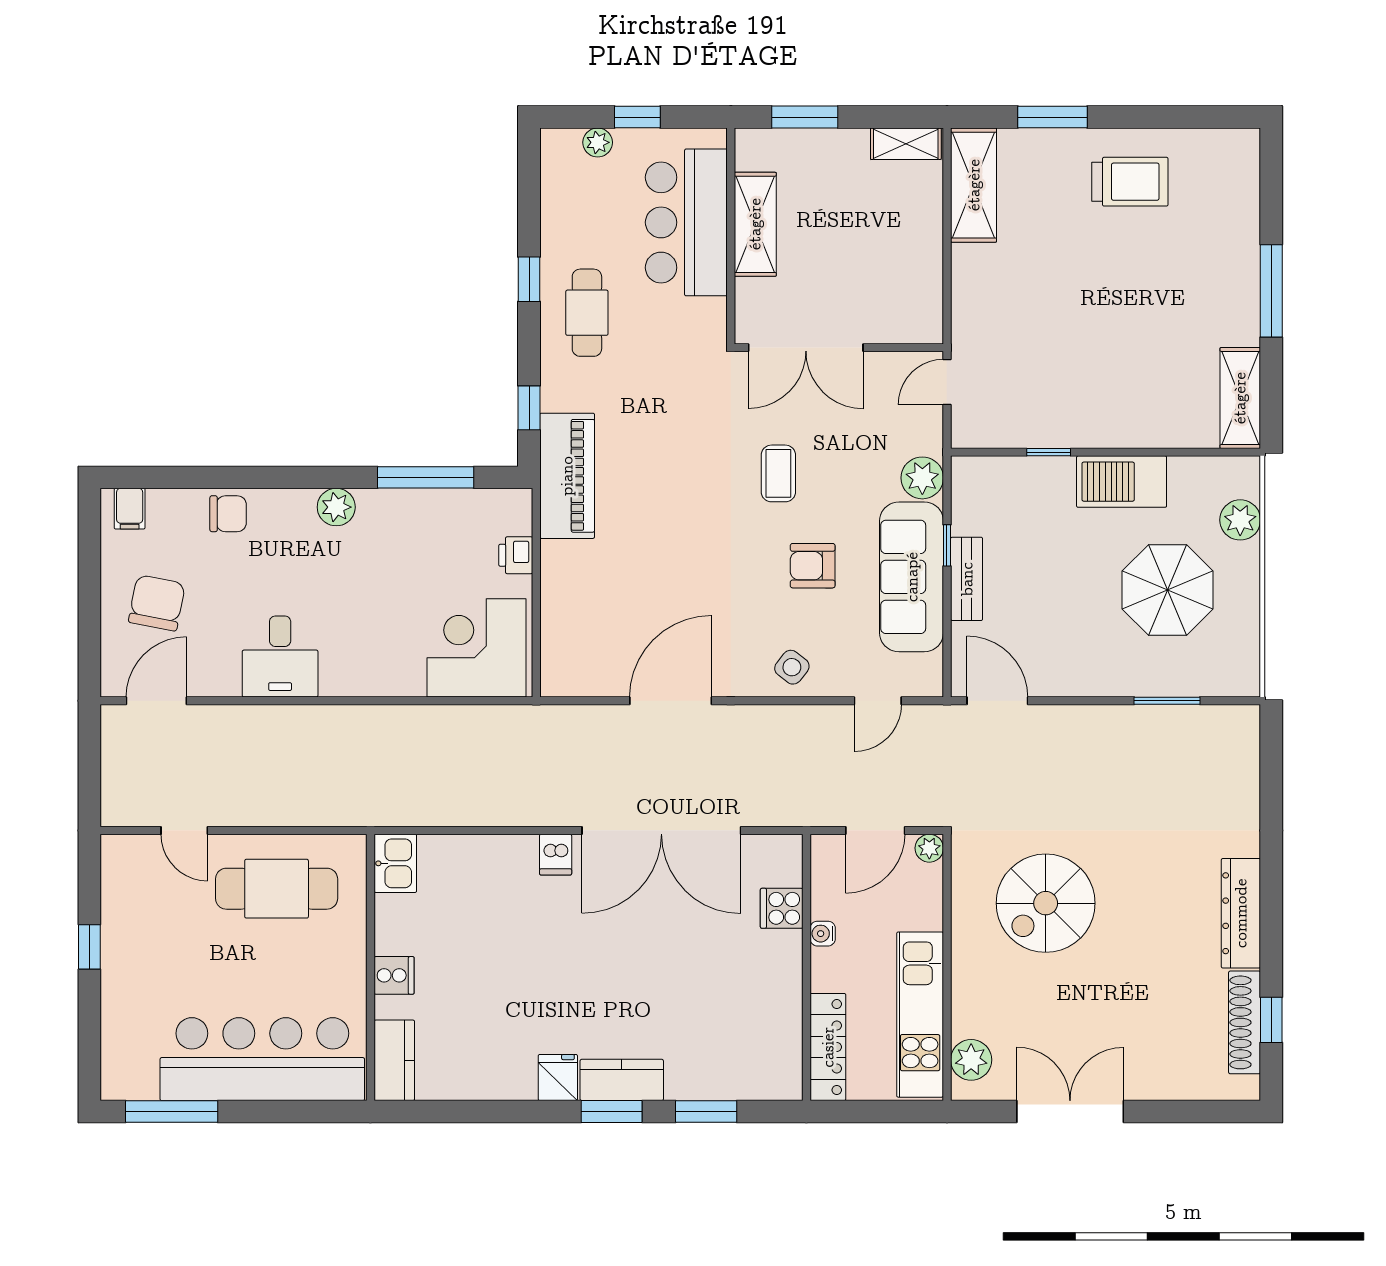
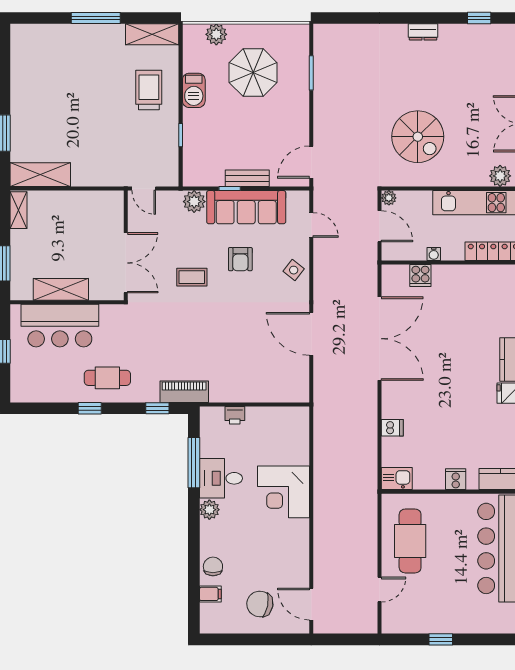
plant: (598, 142) -> (18, 372), removed
trolley: (1130, 182) -> (149, 90), moved
piano: (567, 476) -> (184, 392), width x0.73, depth x0.75
barbecue: (1122, 482) -> (194, 90), width x0.73, depth x0.83
filing cabinet: (130, 509) -> (210, 594), moved
corner desk: (476, 648) -> (284, 492), moved
desk: (280, 656) -> (221, 478), moved, turned 180
dishwasher: (556, 855) -> (392, 428), moved
dresser: (1241, 913) -> (423, 32), width x0.51, depth x0.80
shoe rack: (1245, 1022) -> (480, 32), removed

